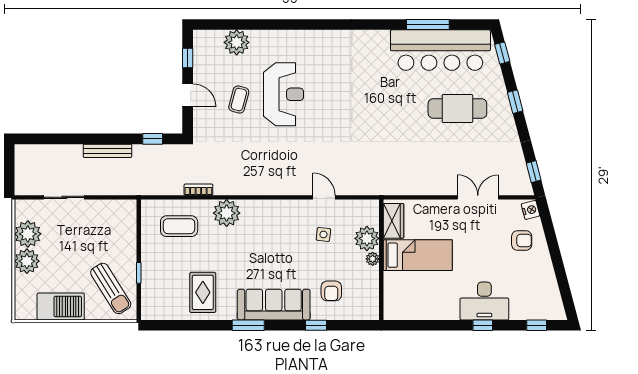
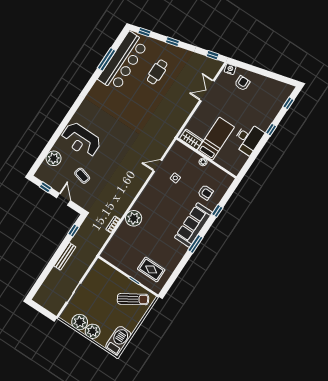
reception desk: (284, 94) -> (81, 140), moved, turned 180
door: (188, 95) -> (64, 199), hinge flipped
cafe table: (457, 109) -> (157, 72), width x0.73, depth x0.74
coffee table: (179, 226) -> (125, 246), removed
plant: (367, 238) -> (191, 158), removed
rug: (203, 292) -> (151, 269), moved
desk: (484, 301) -> (248, 139), moved
barbecue: (61, 306) -> (118, 341), moved

